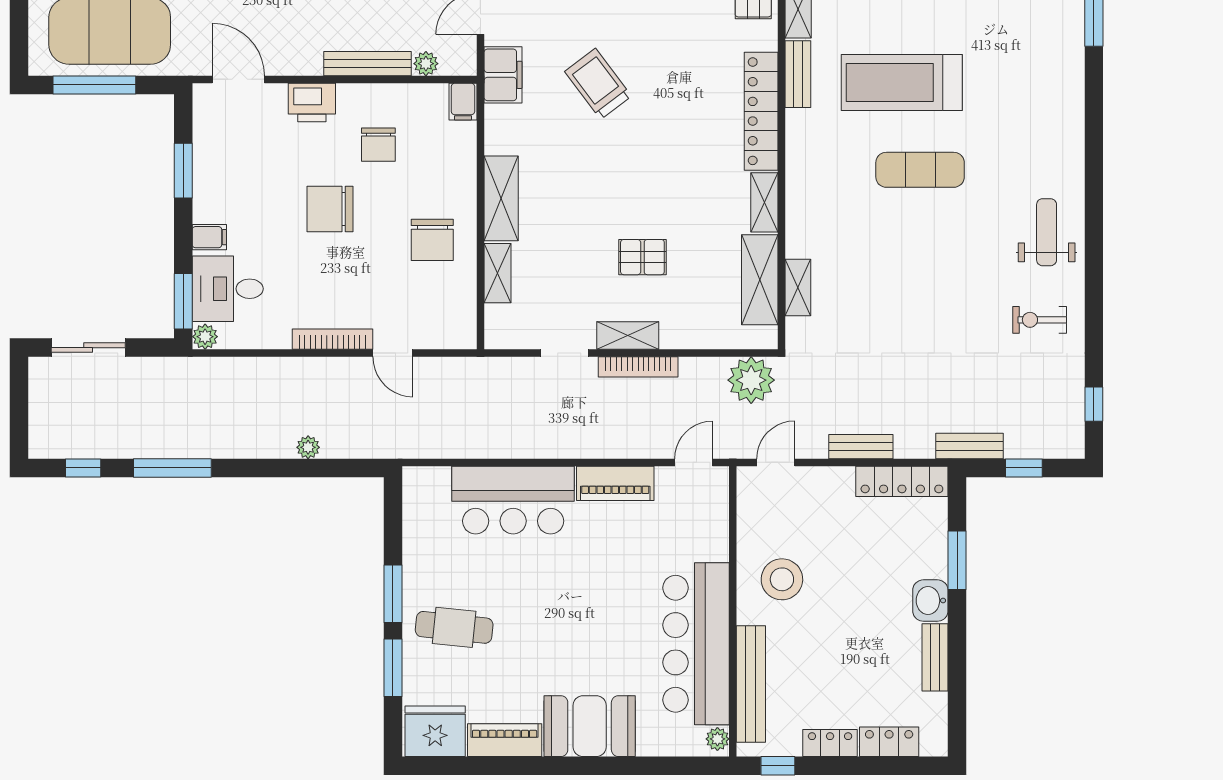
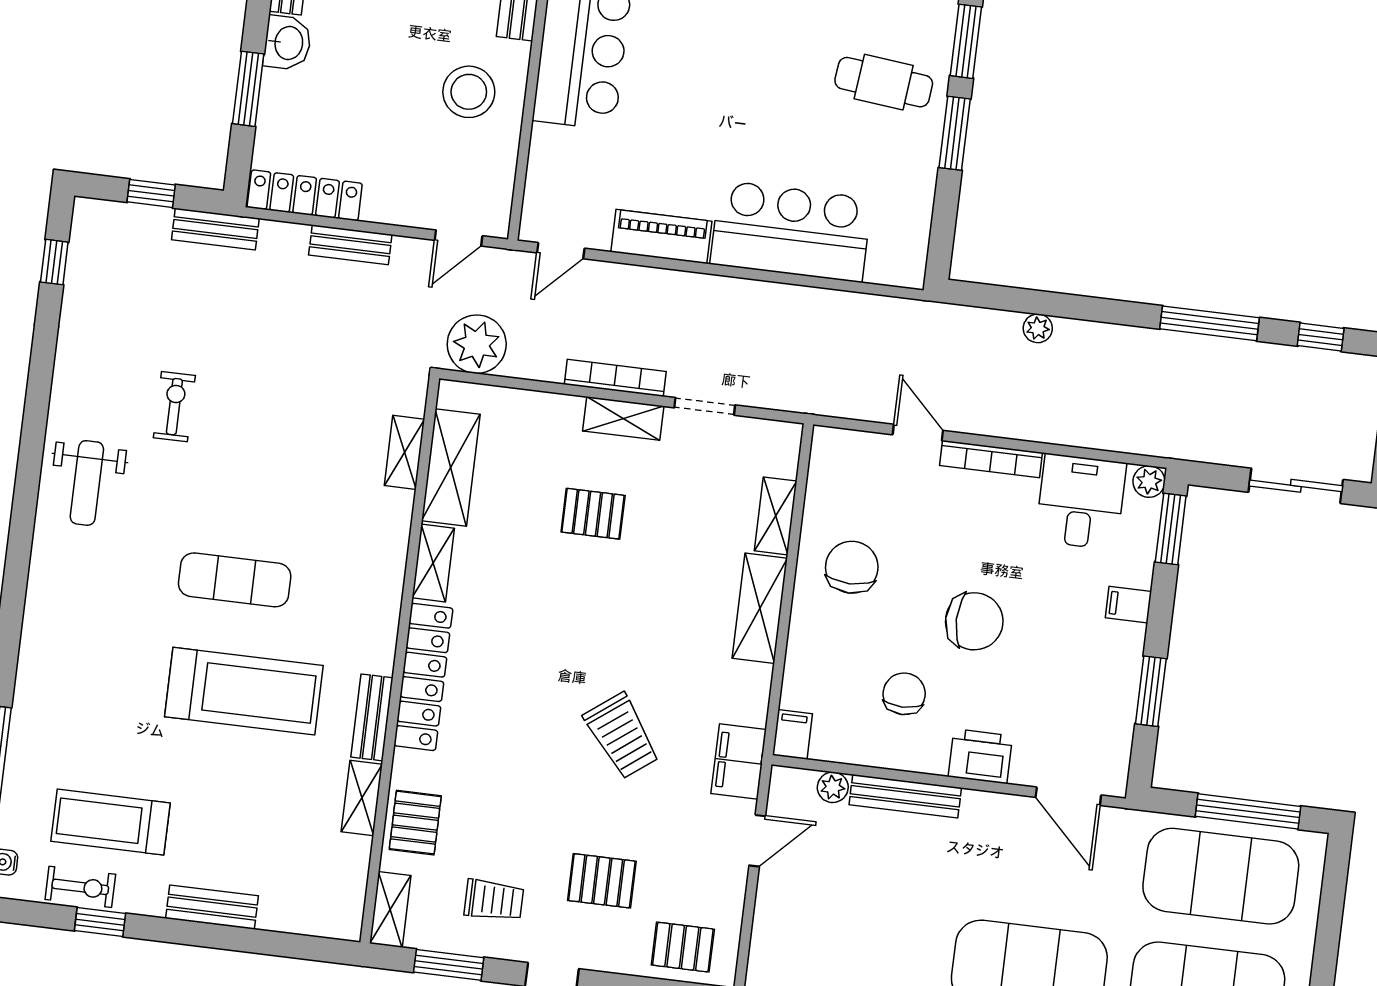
desk: (228, 289) -> (1081, 502), moved, turned -90
exercise bike: (1040, 320) -> (174, 407), moved, turned -90

